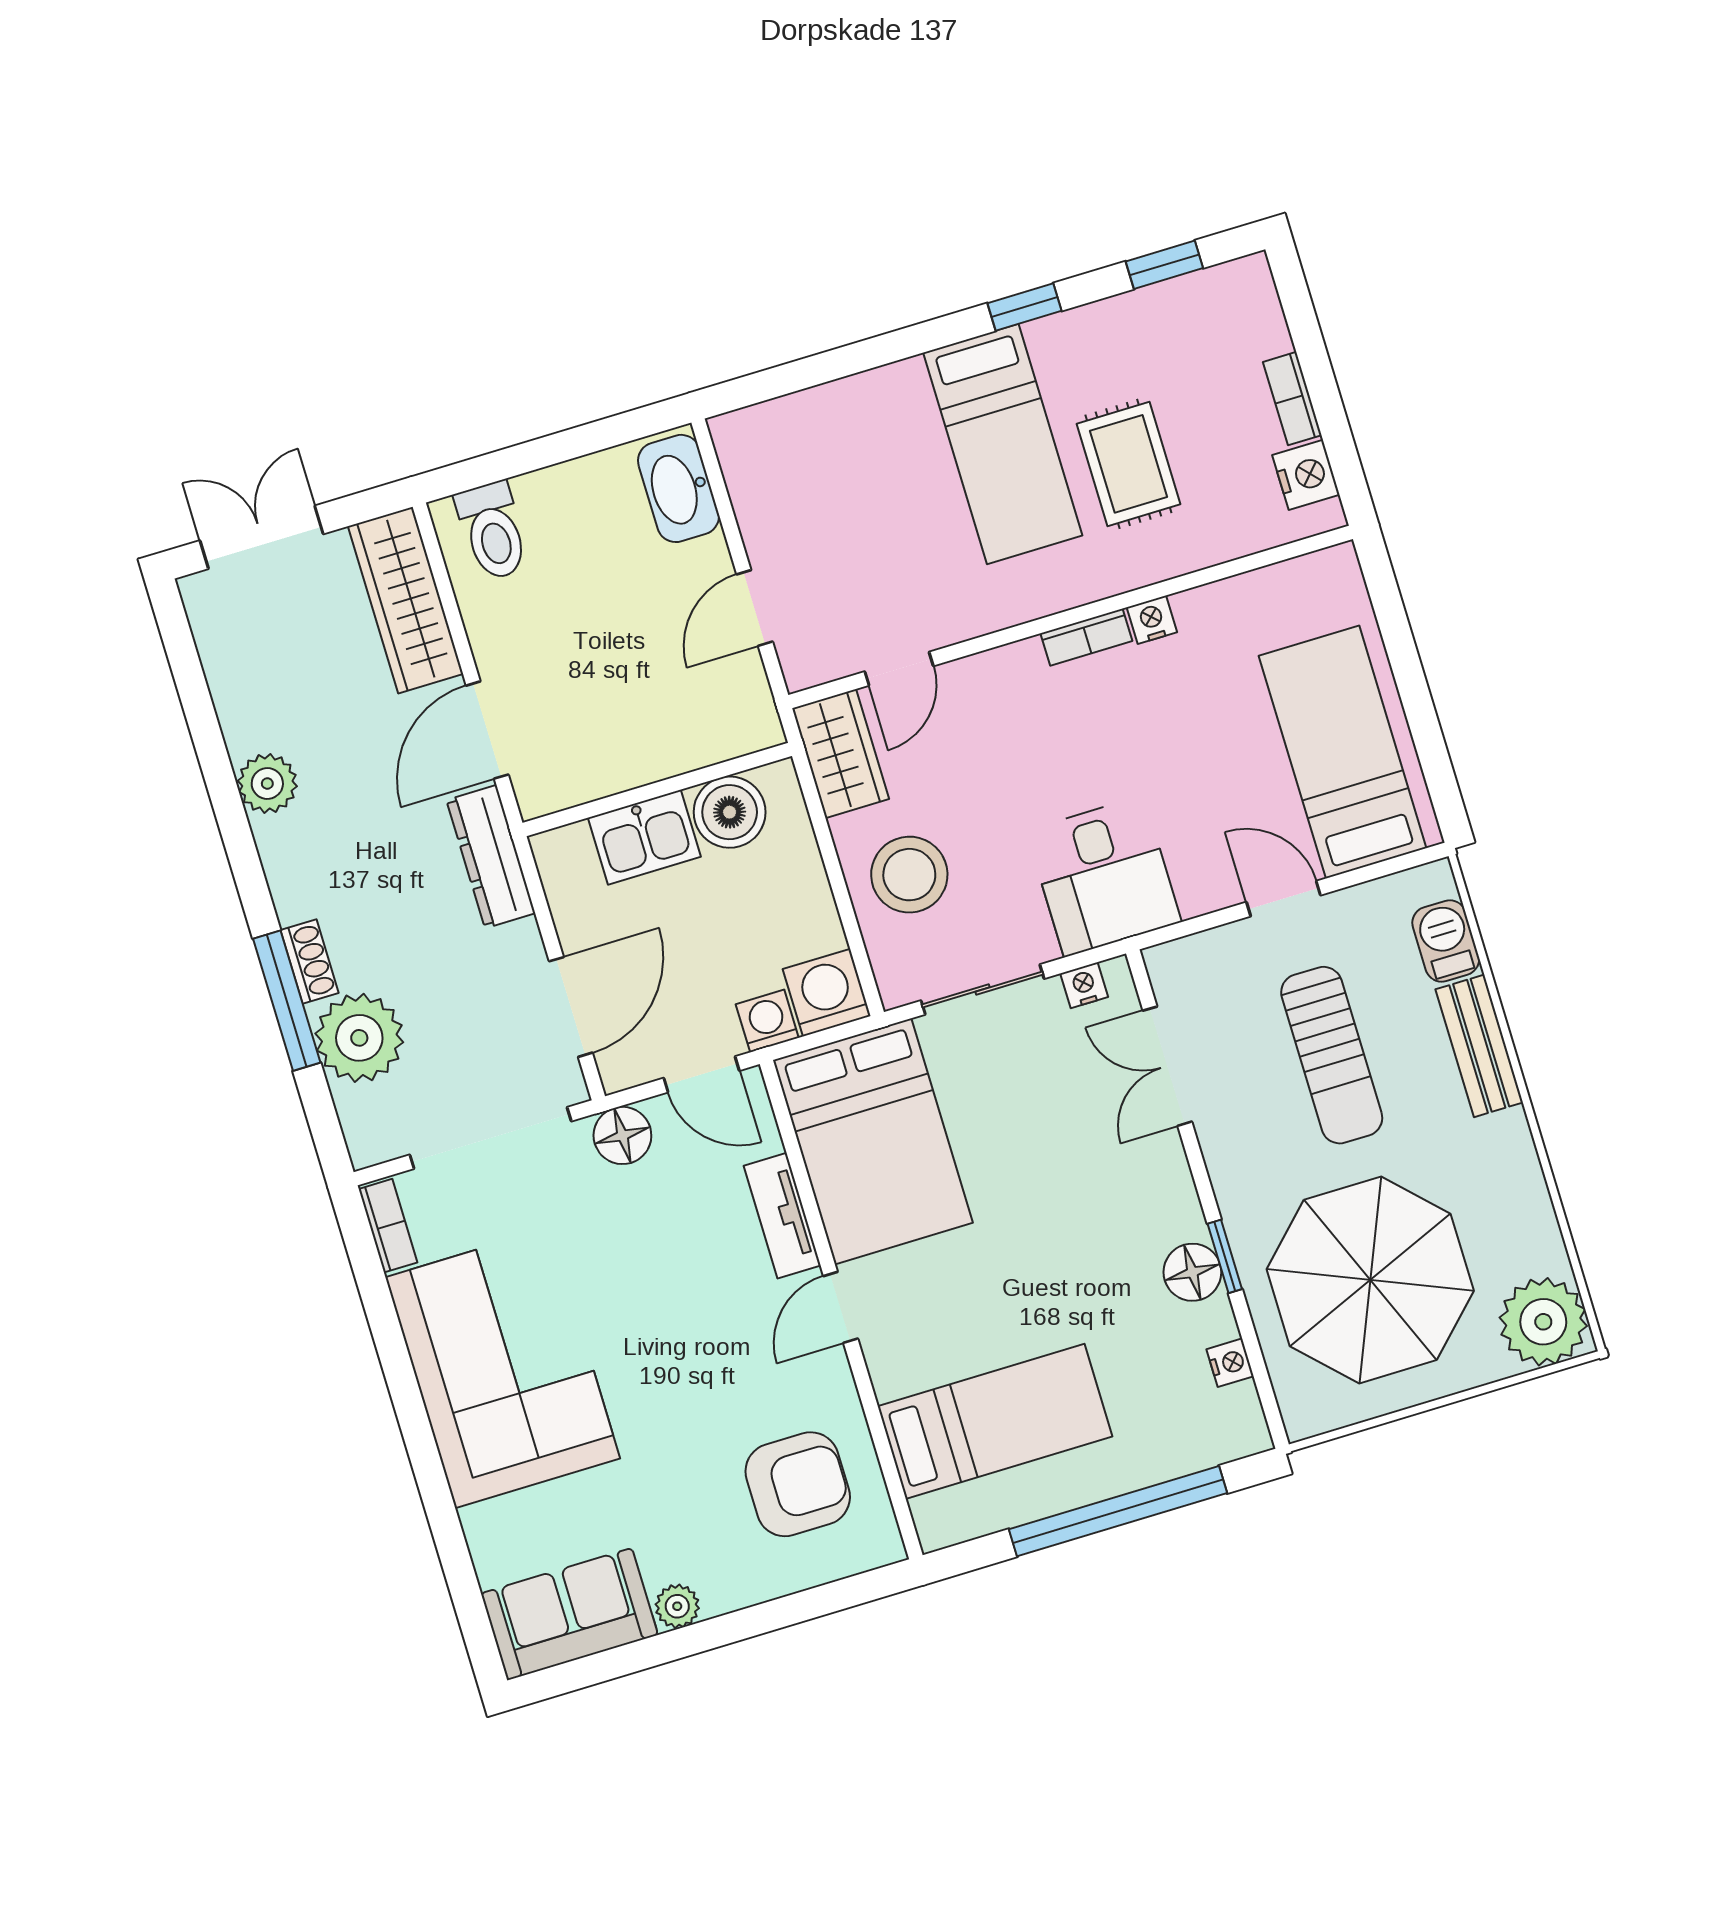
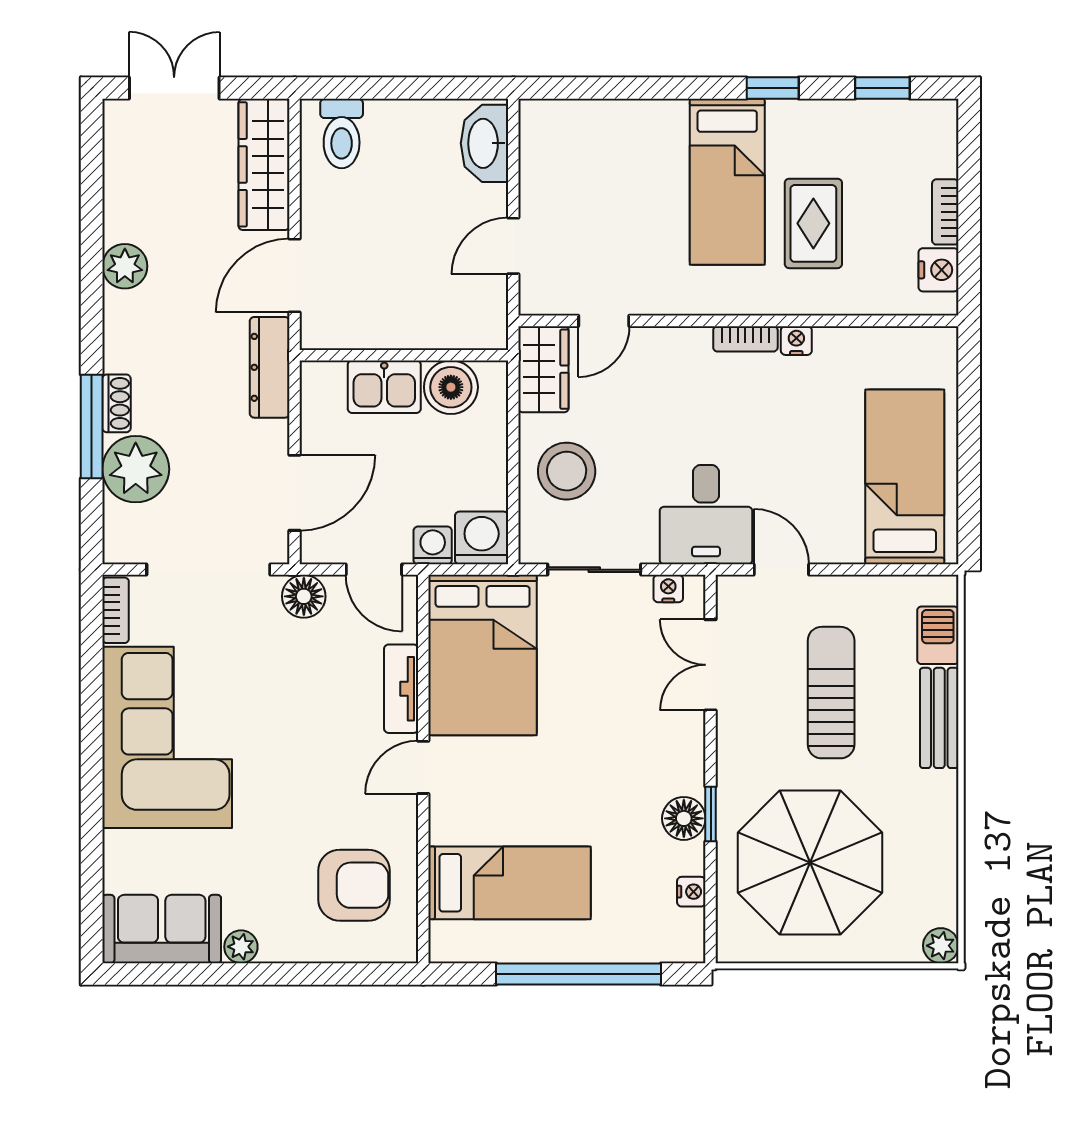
door: (1284, 899) -> (781, 570), moved
sun lounger: (1332, 1055) -> (831, 693), turned 180
plant: (1543, 1322) -> (941, 946), width x0.53, depth x0.53

